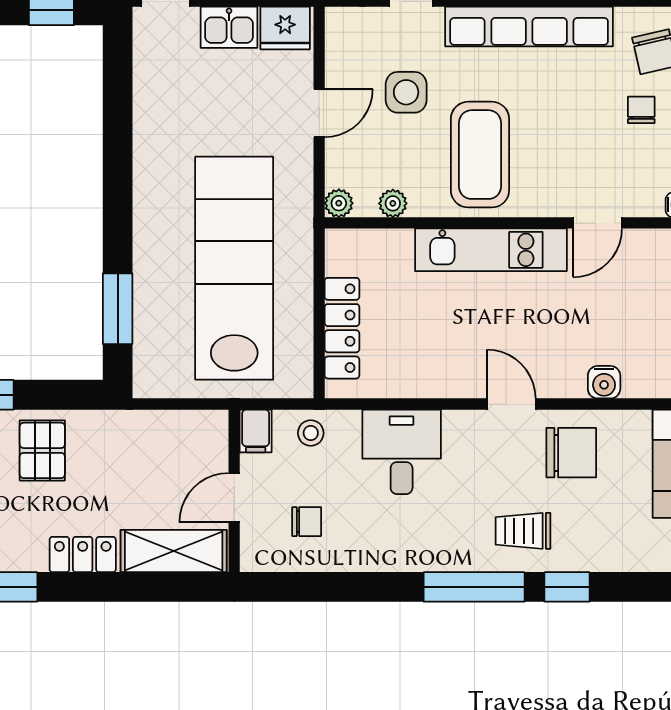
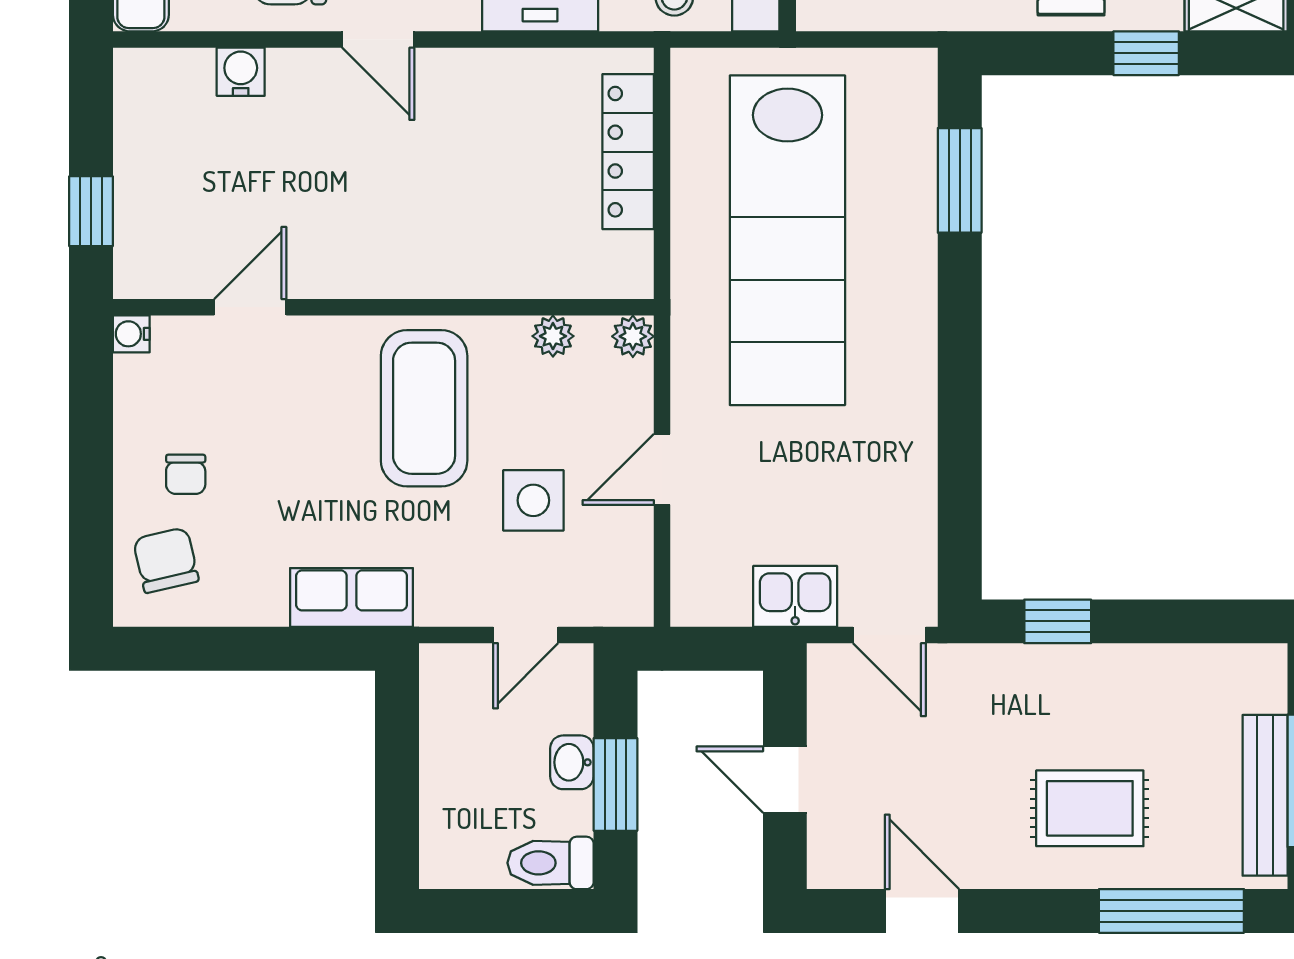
row of seats: (529, 27) -> (352, 597), width x0.50
fridge: (285, 28) -> (712, 595), removed
kitchen unit: (491, 250) -> (408, 267), removed

